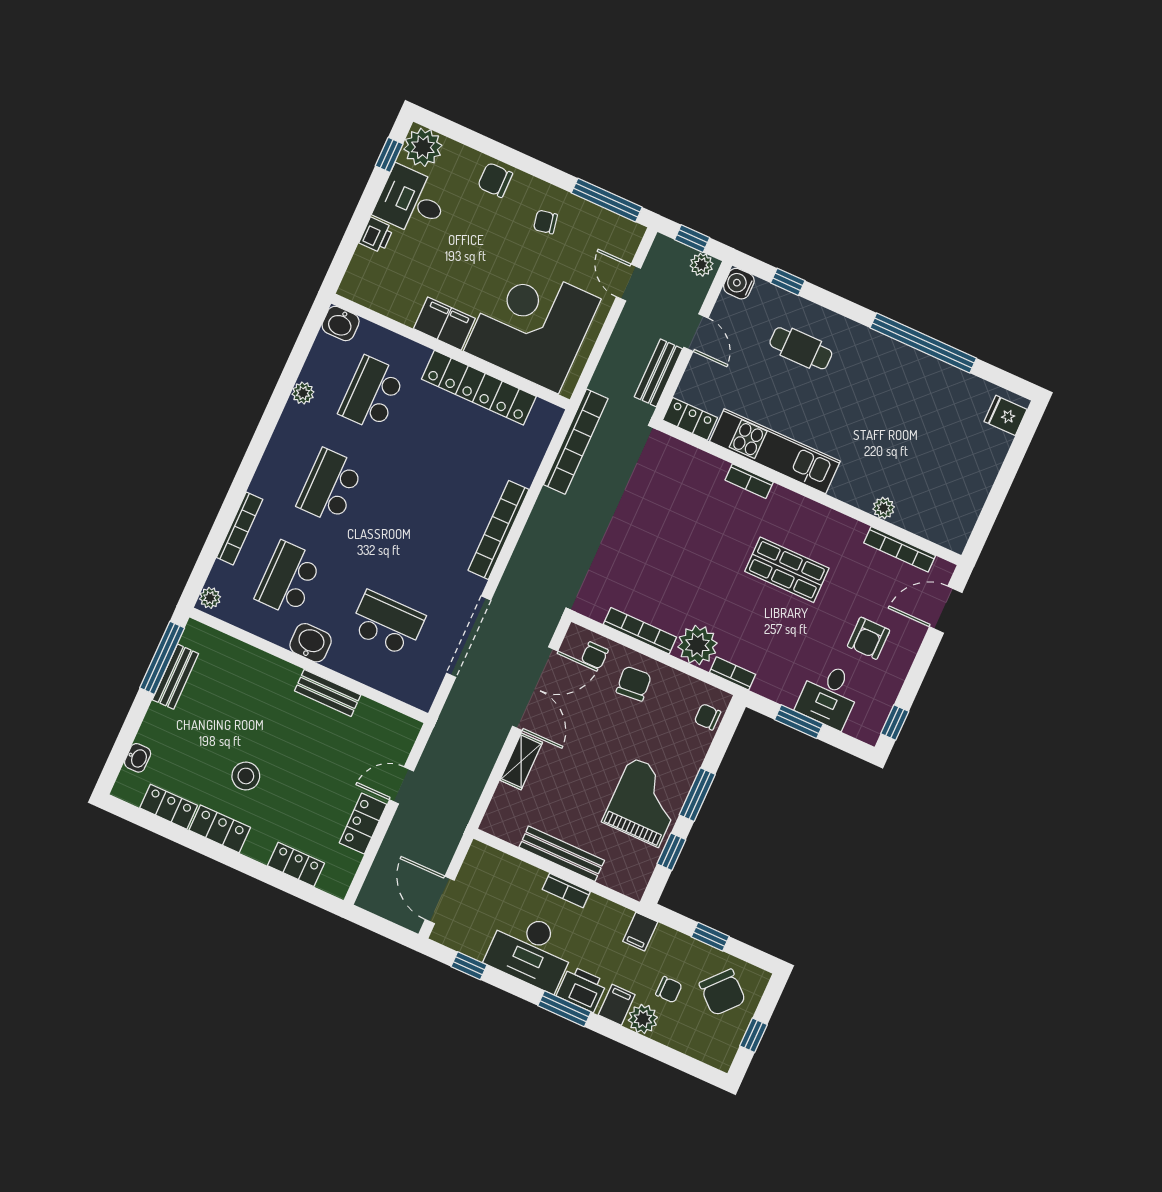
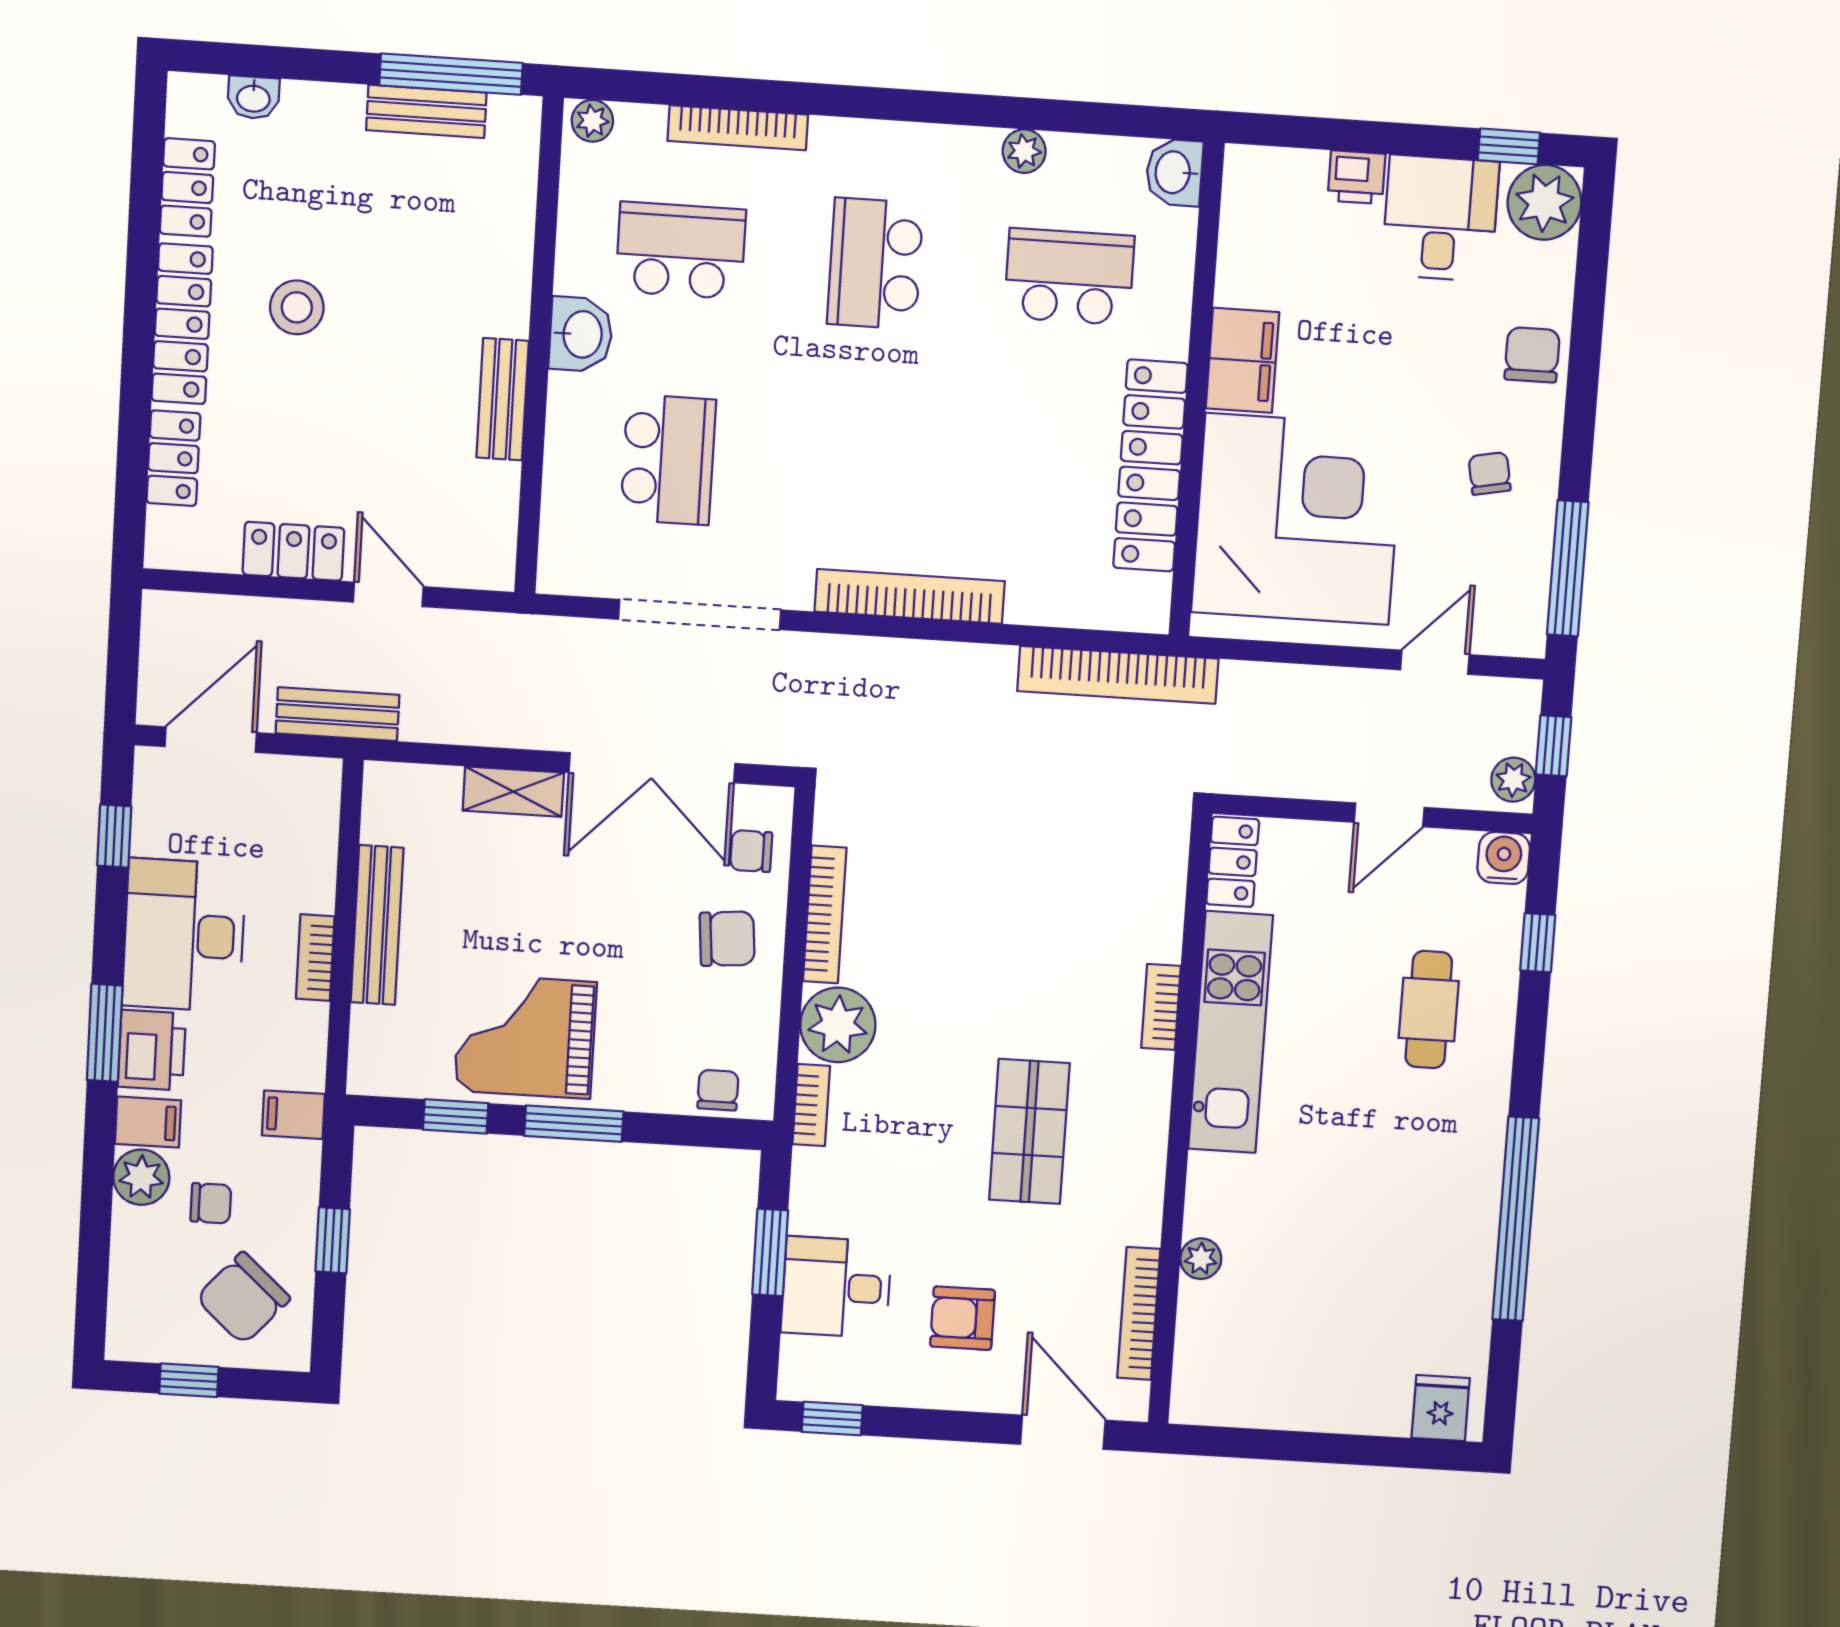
bench: (658, 373) -> (338, 714), moved
school desk: (330, 486) -> (875, 264), turned -90
grand piano: (645, 802) -> (525, 1036), turned 180
locker: (220, 829) -> (182, 324), width x1.53
chair: (669, 990) -> (211, 1203), turned -90

